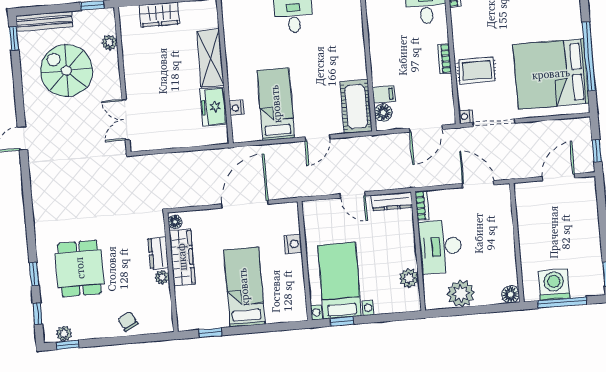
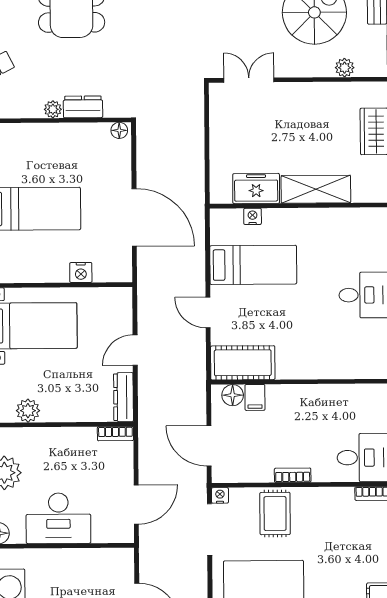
desk: (440, 247) -> (58, 518), moved, turned 180
wardrobe: (182, 257) -> (75, 136), removed

